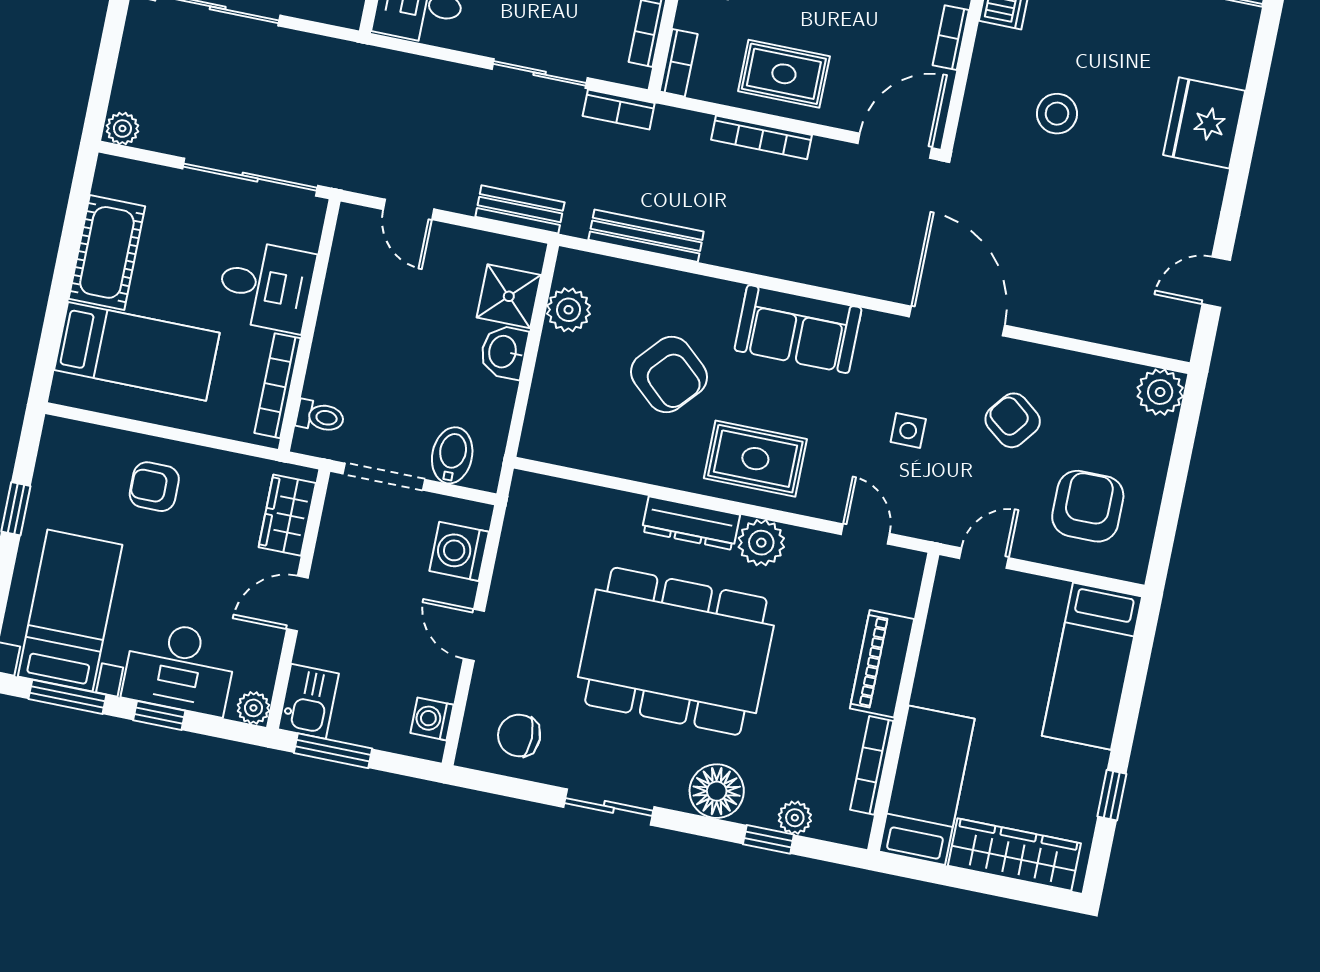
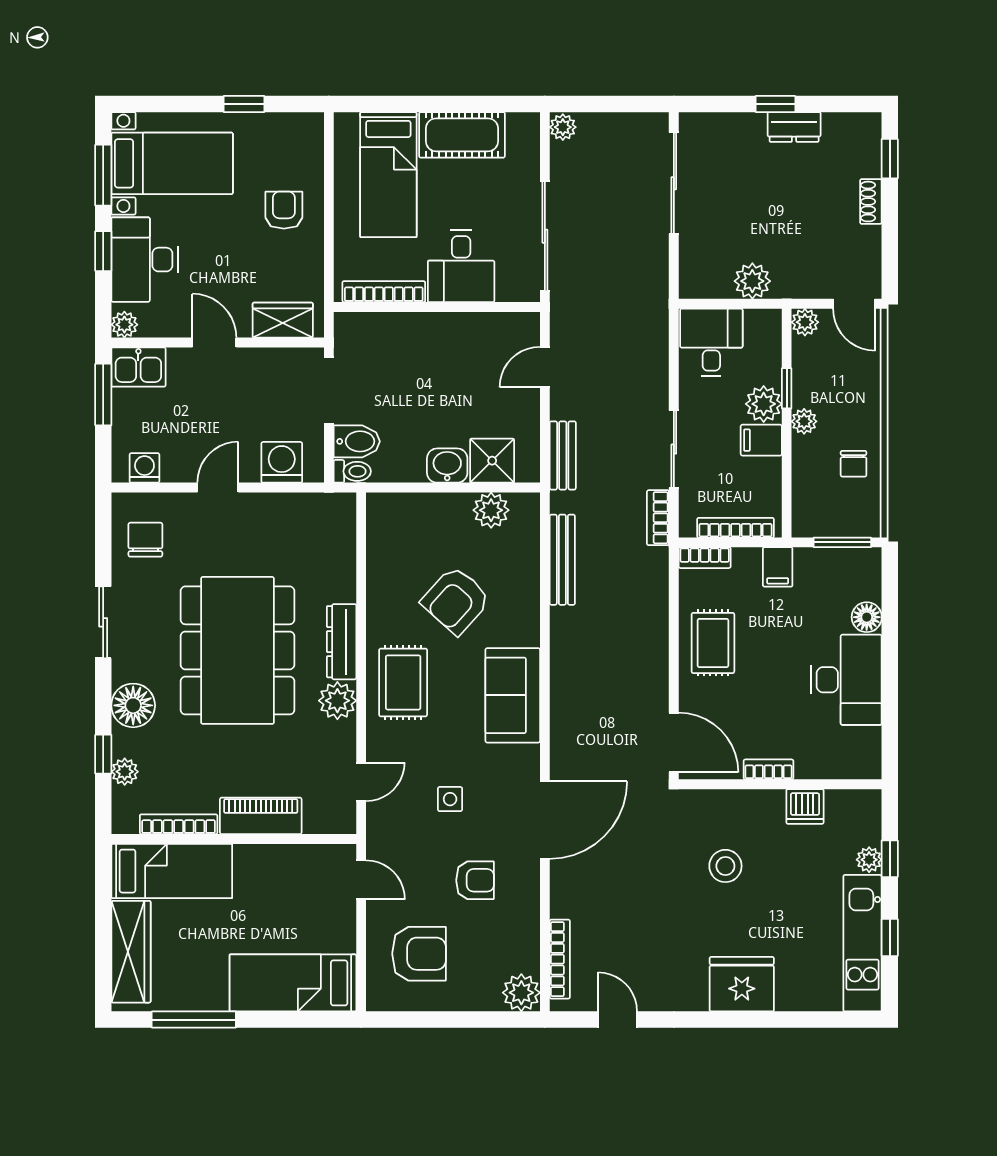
bookcase: (762, 137) -> (560, 959), moved, turned 180
toilet: (320, 417) -> (352, 471), moved, turned -90
armchair: (1013, 420) -> (475, 880), turned 52
window: (1112, 795) -> (194, 1020), width x2.17

